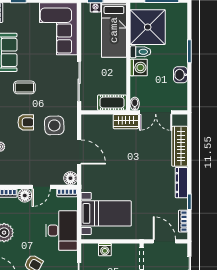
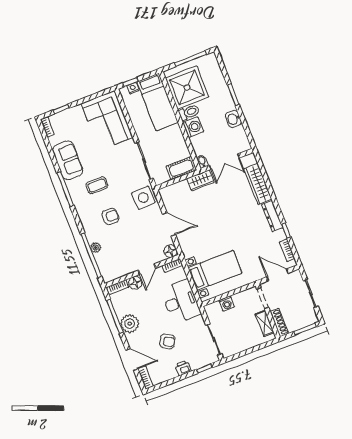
side table: (54, 125) -> (143, 198), moved

